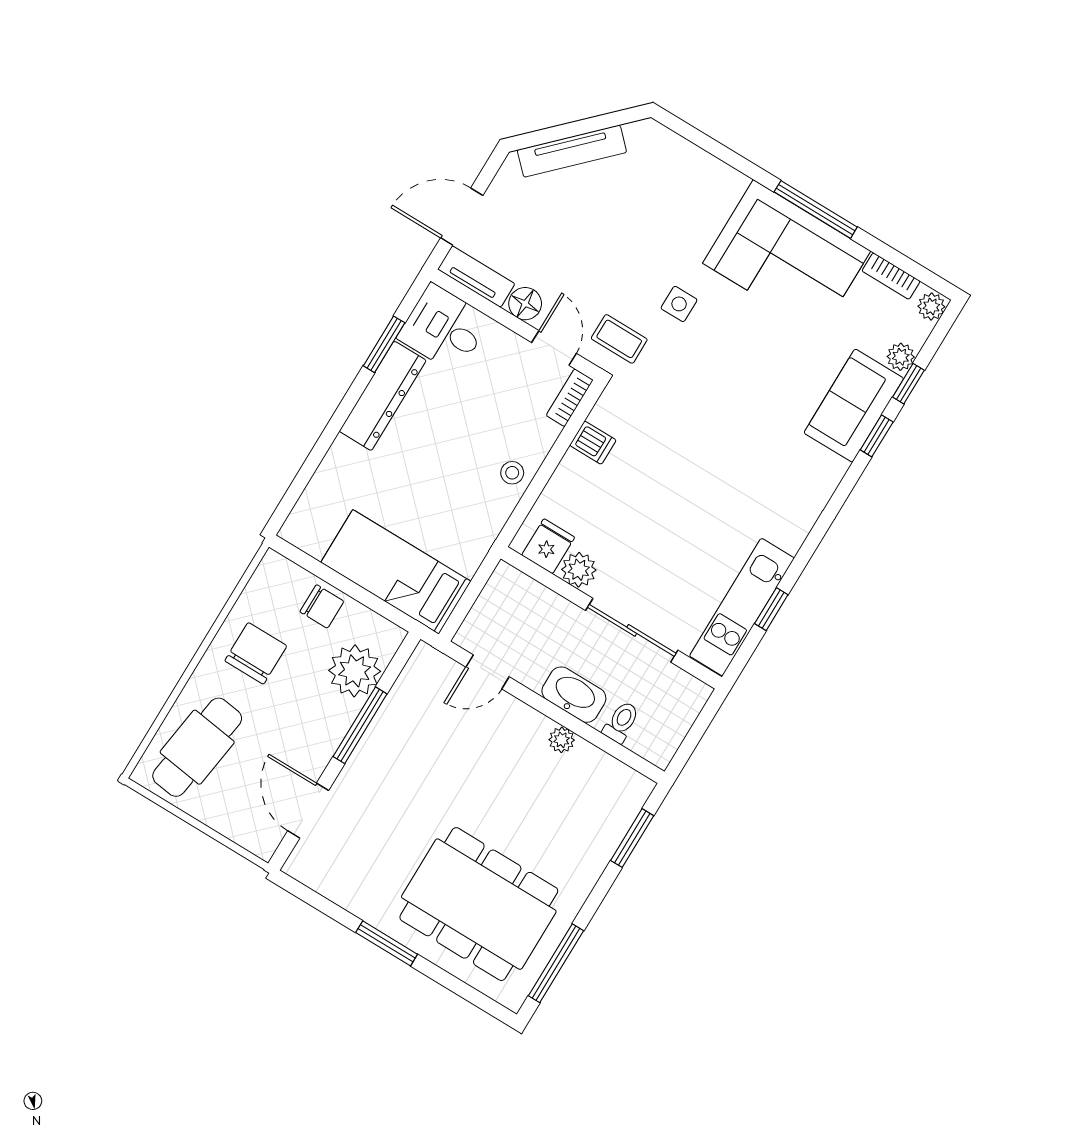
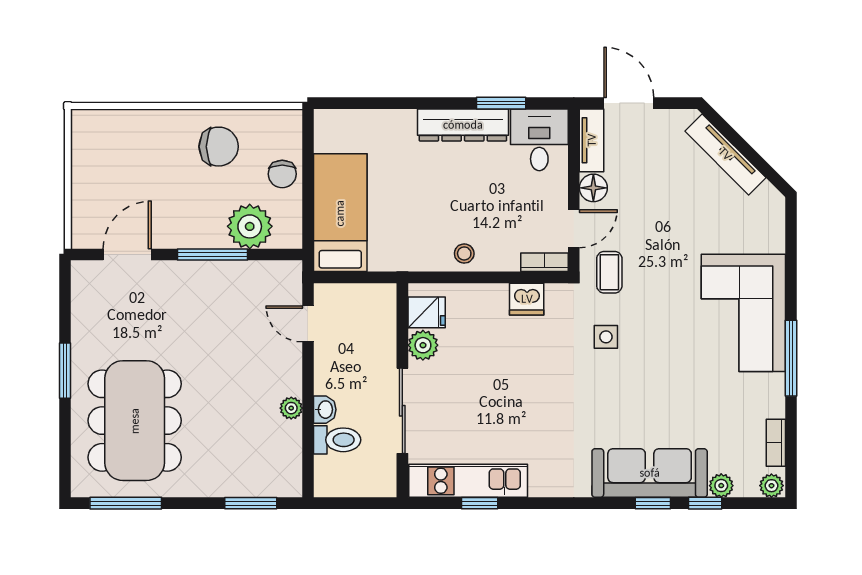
corner sofa: (787, 257) -> (743, 313), moved
side table: (679, 304) -> (606, 337), moved
sofa: (854, 406) -> (650, 473), width x1.36
dishwasher: (593, 443) -> (527, 299), width x1.38
washbasin: (574, 695) -> (325, 410), width x0.52, depth x0.69
toilet: (621, 722) -> (337, 440), width x1.37, depth x1.39
cafe table: (197, 747) -> (124, 145), removed

